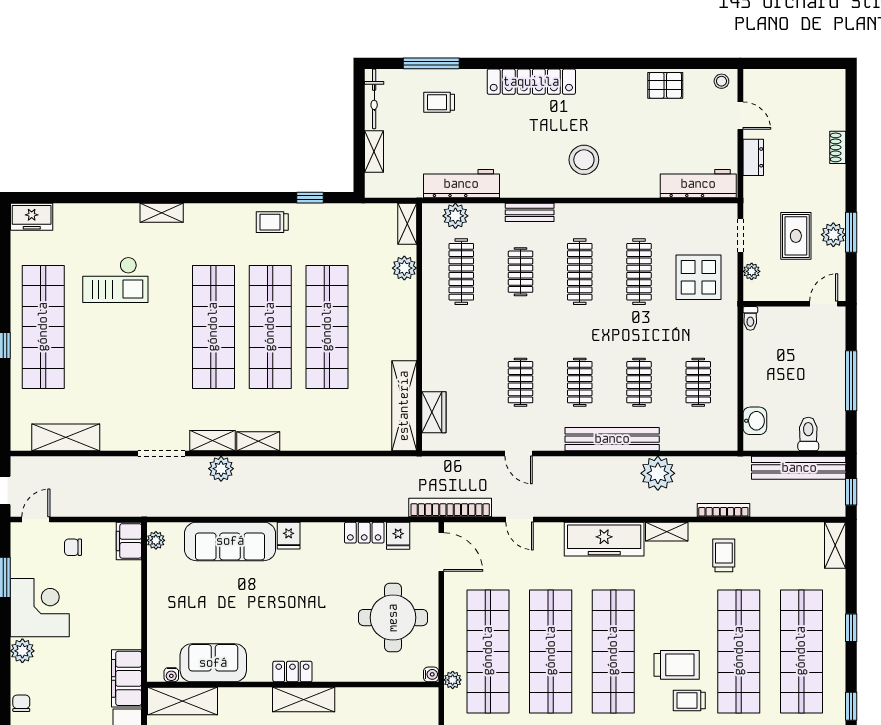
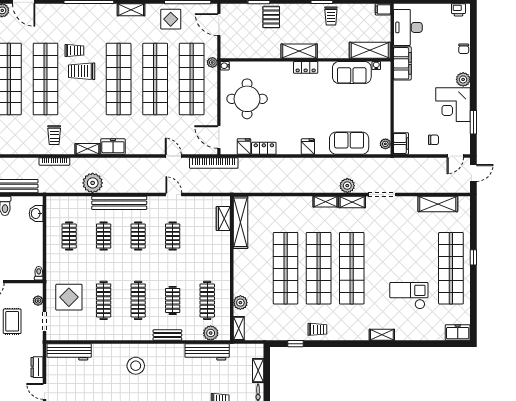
freezer: (604, 539) -> (113, 147), width x0.52, depth x0.79
sofa: (230, 541) -> (349, 143), width x0.73

